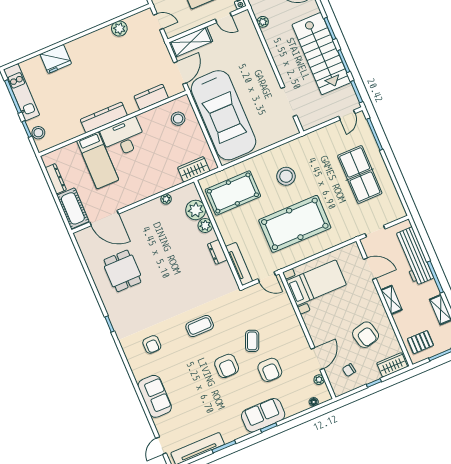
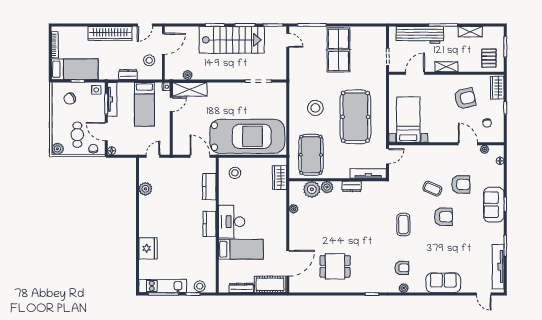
shelving: (191, 42) -> (190, 89), moved, turned 90
kitchen counter: (104, 117) -> (209, 224), width x0.67
table tennis table: (360, 174) -> (338, 50), turned 90
plant: (131, 356) -> (404, 288), added

